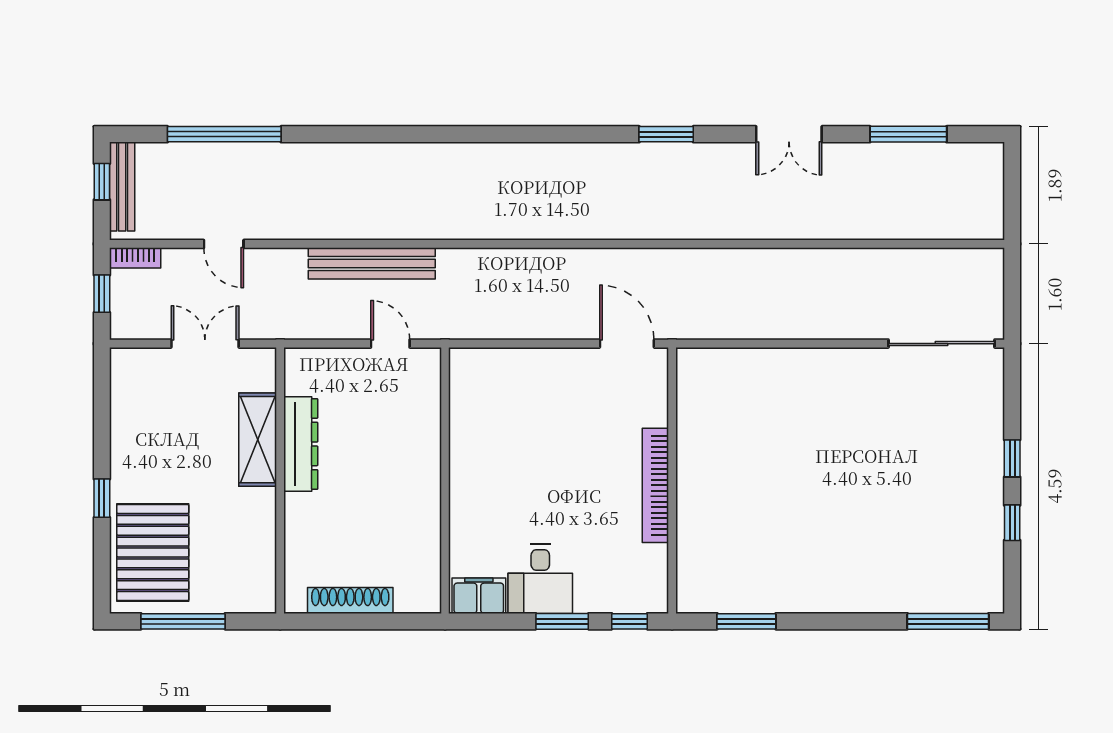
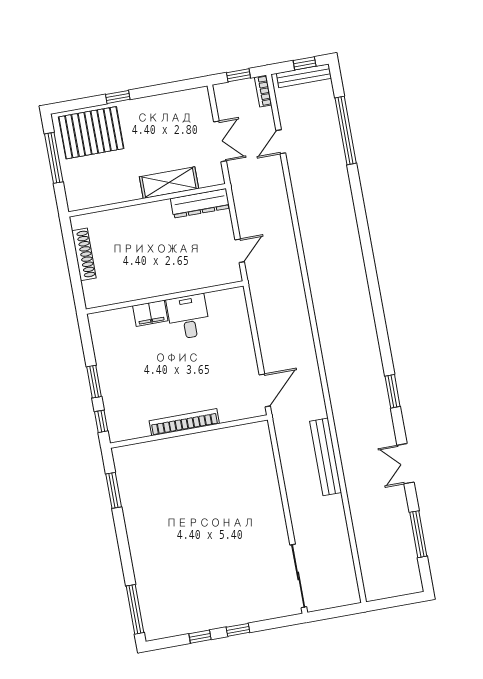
bench: (372, 263) -> (326, 457), moved
dresser: (301, 444) -> (200, 203), moved
desk: (540, 579) -> (188, 317), moved, turned 90
filing cabinet: (479, 596) -> (150, 313), moved, turned 90

